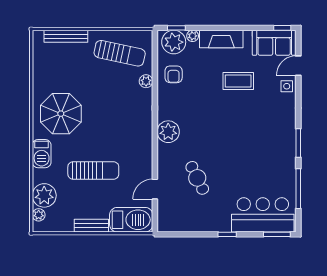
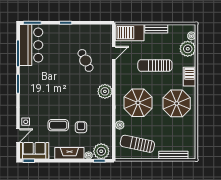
armchair: (174, 74) -> (81, 127), moved
parasol: (119, 115) -> (138, 103), added
bar counter: (263, 215) -> (31, 45), moved, turned -90

